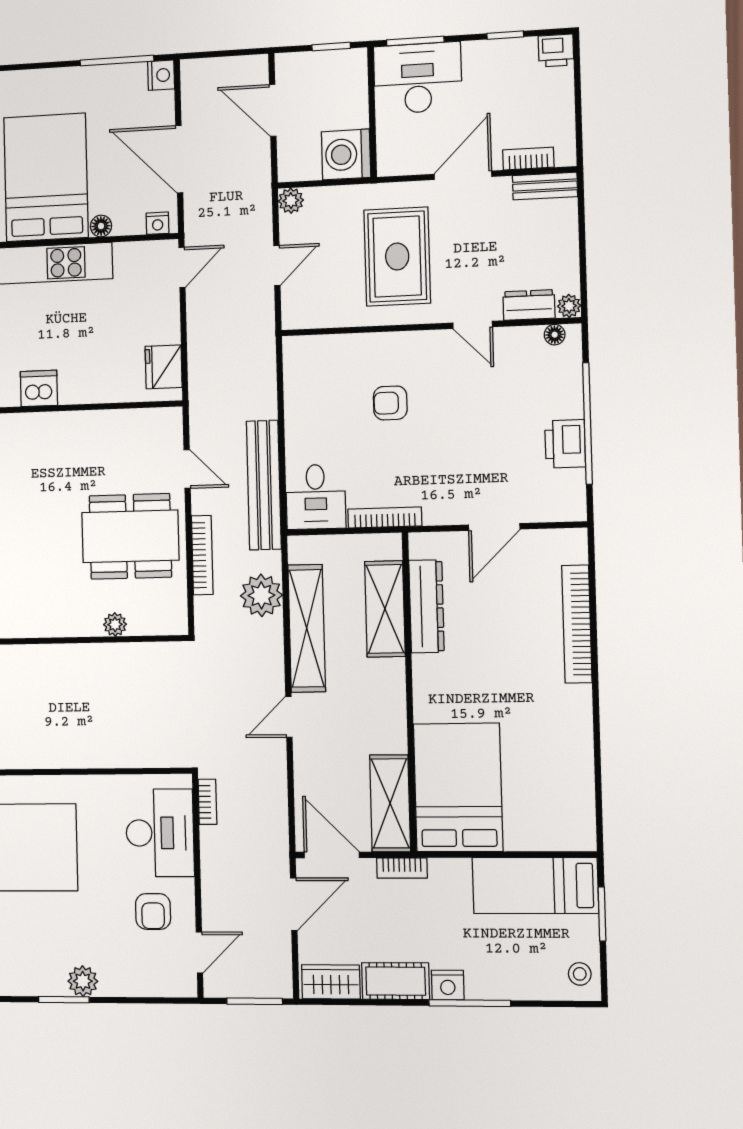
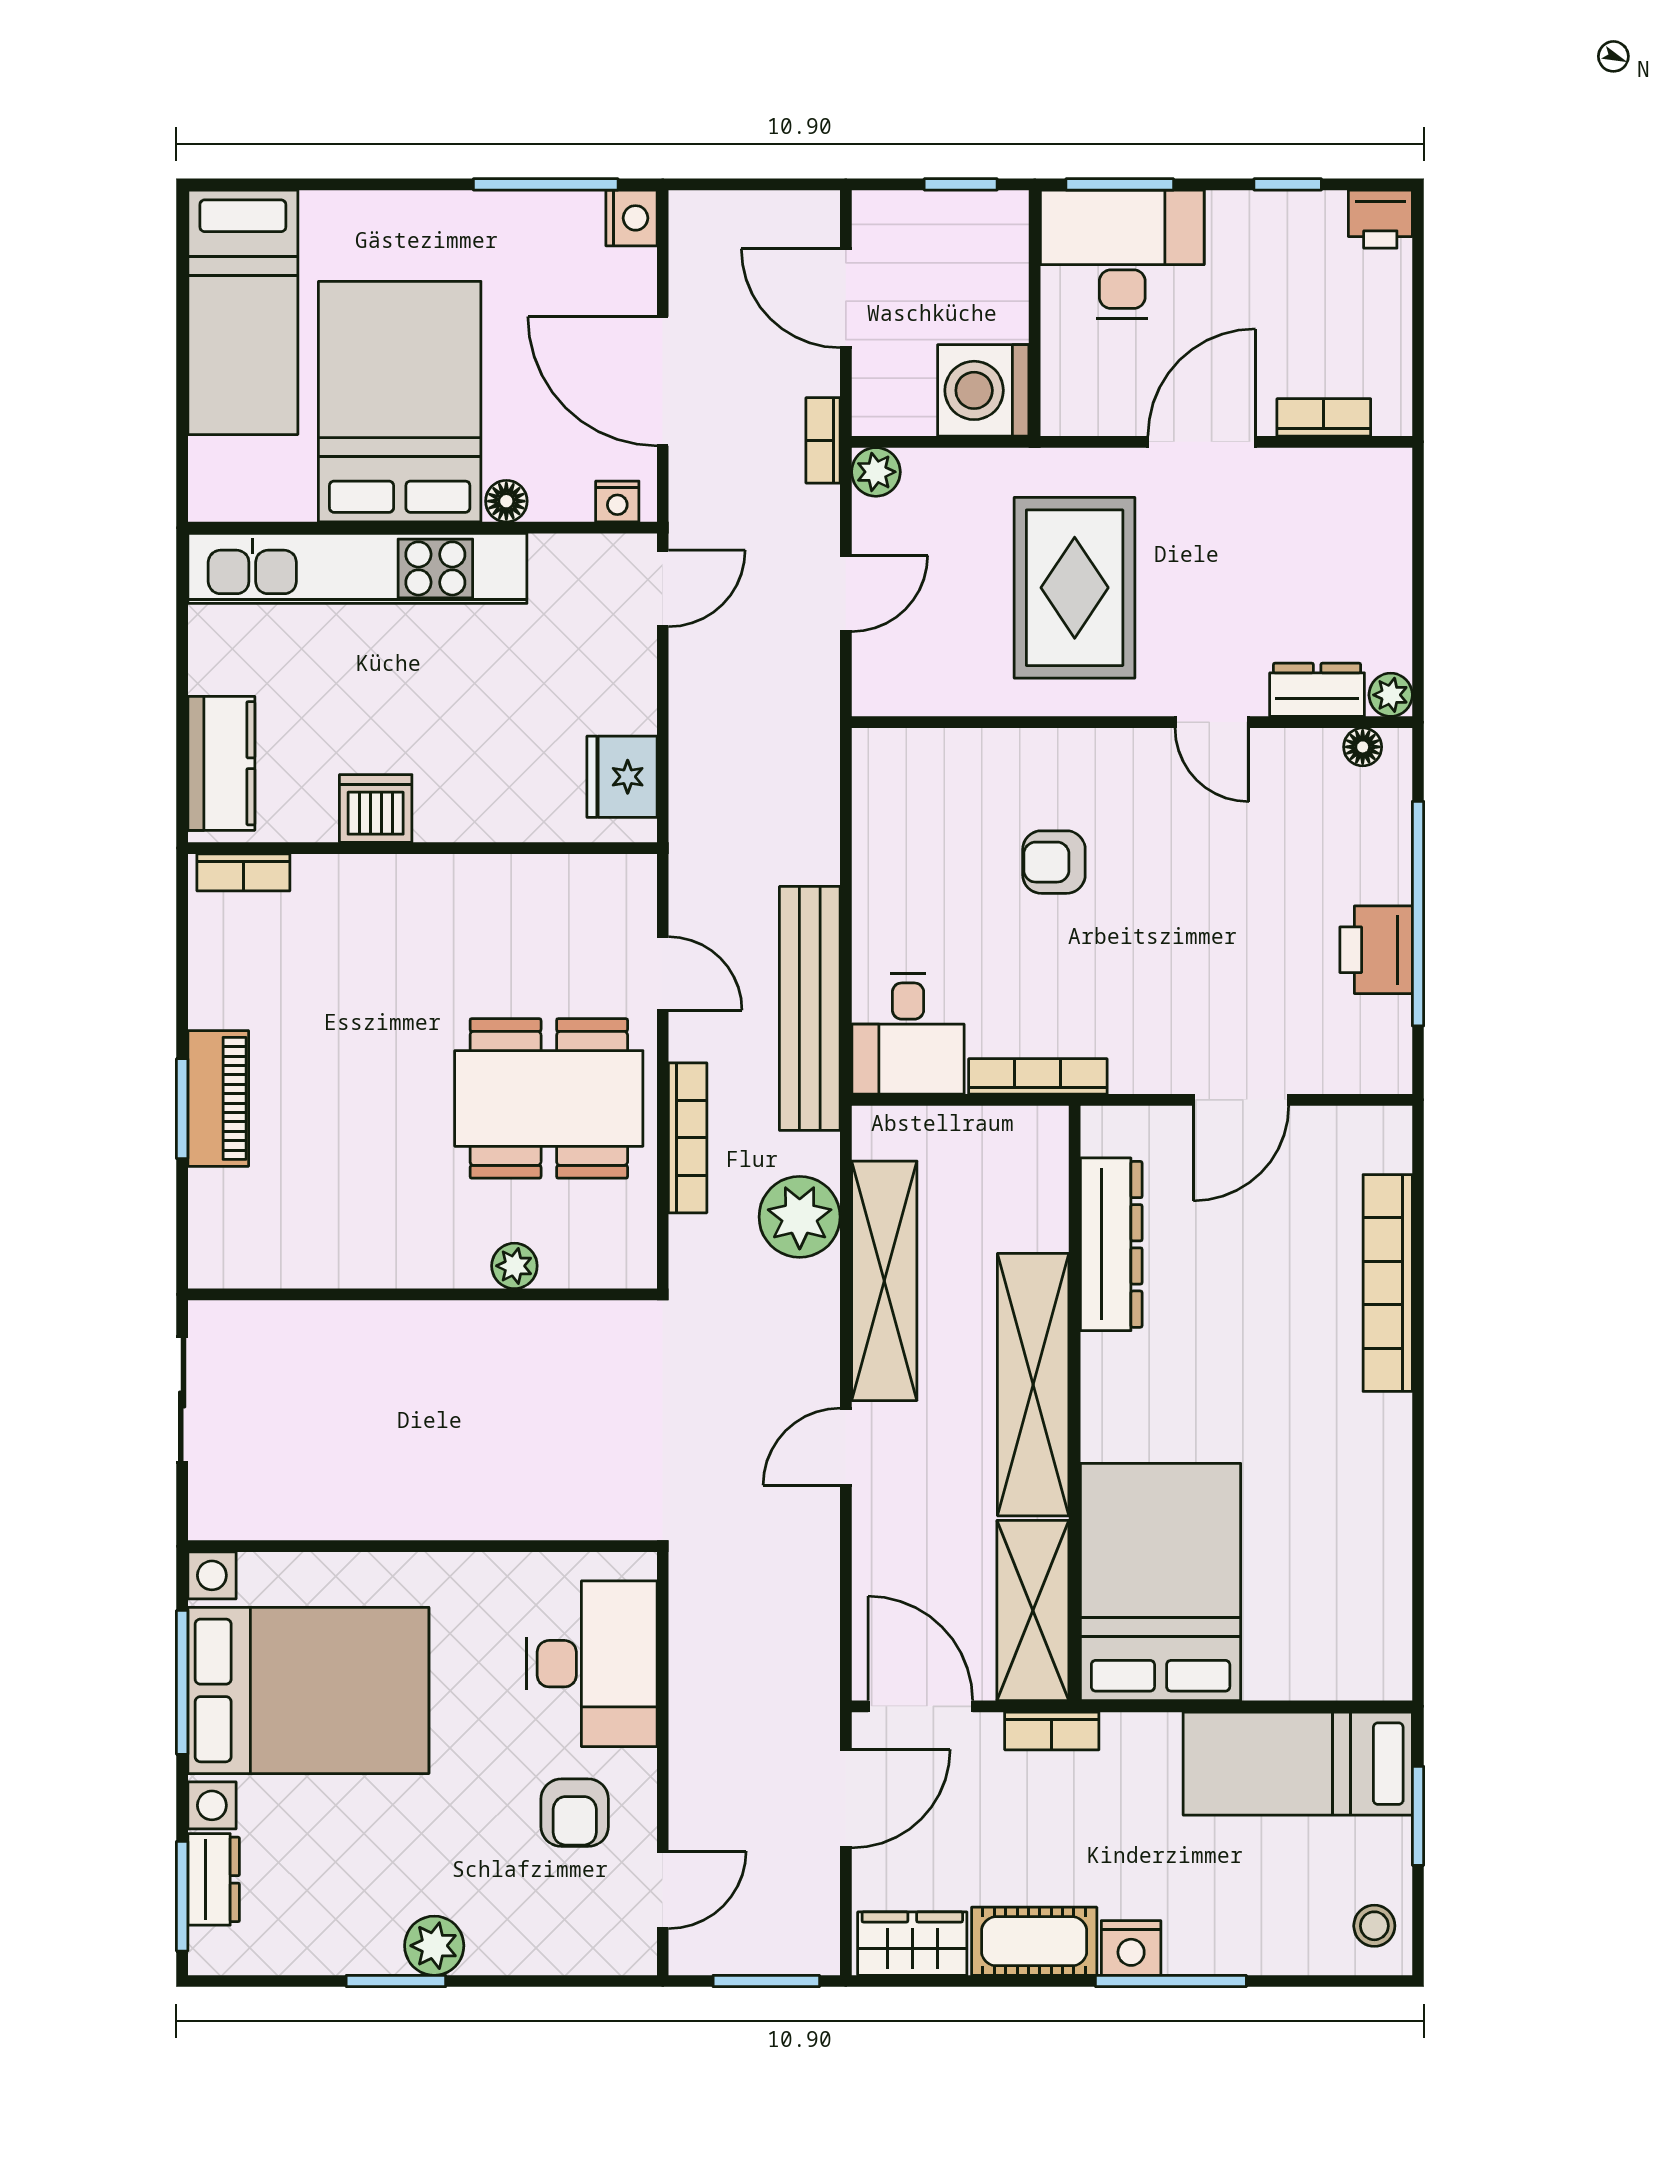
bench: (545, 186) -> (1353, 470), removed
shelving: (385, 609) -> (1033, 1385), moved, width x1.47
bookcase: (207, 802) -> (823, 440), moved, turned 180

